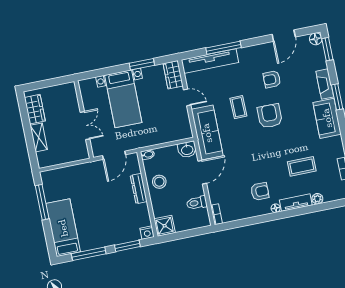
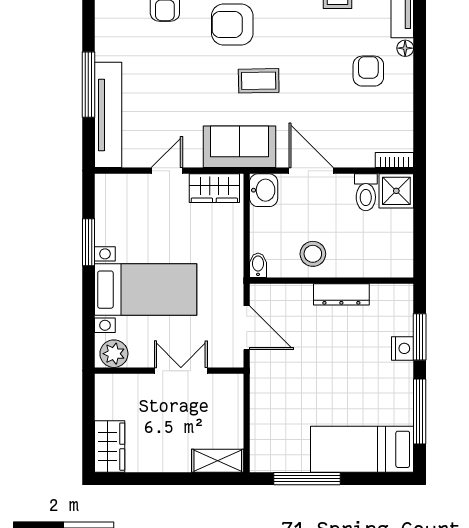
wardrobe: (173, 75) -> (214, 188), moved
plant: (87, 89) -> (114, 354), added
coffee table: (238, 107) -> (259, 81), moved
wardrobe: (35, 109) -> (110, 447), moved, turned 90
sofa: (207, 133) -> (239, 147), width x0.73
shelving: (39, 137) -> (218, 461), moved
dresser: (139, 188) -> (341, 294), moved
shower: (165, 226) -> (396, 191), moved
nightstand: (147, 233) -> (403, 348), moved

